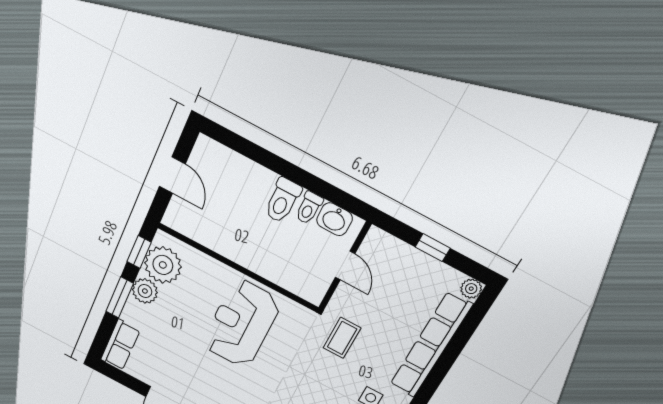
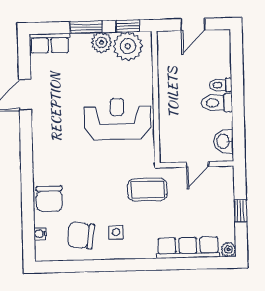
toilet: (309, 208) -> (221, 85), moved
coffee table: (342, 338) -> (147, 190), width x1.36, depth x1.30
row of seats: (431, 345) -> (188, 248), width x0.73

